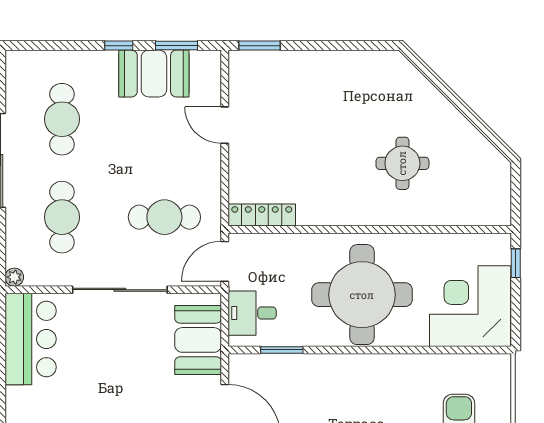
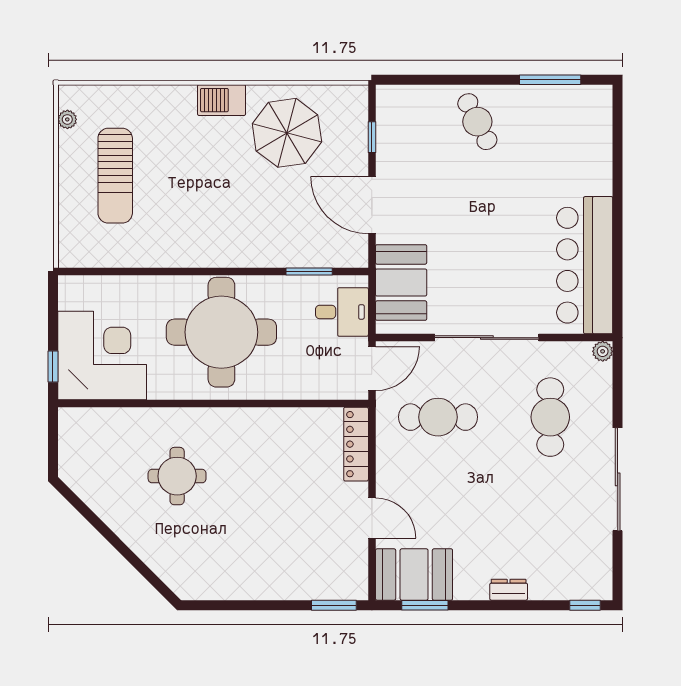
window: (119, 46) -> (585, 605), moved
dresser: (100, 60) -> (509, 590), added
booth: (154, 73) -> (414, 575), moved
cafe table: (62, 119) -> (550, 524), removed
locker: (262, 215) -> (356, 444), moved, turned 90
corner desk: (470, 306) -> (102, 356), moved, turned -90
bar counter: (31, 339) -> (585, 265), width x1.36

